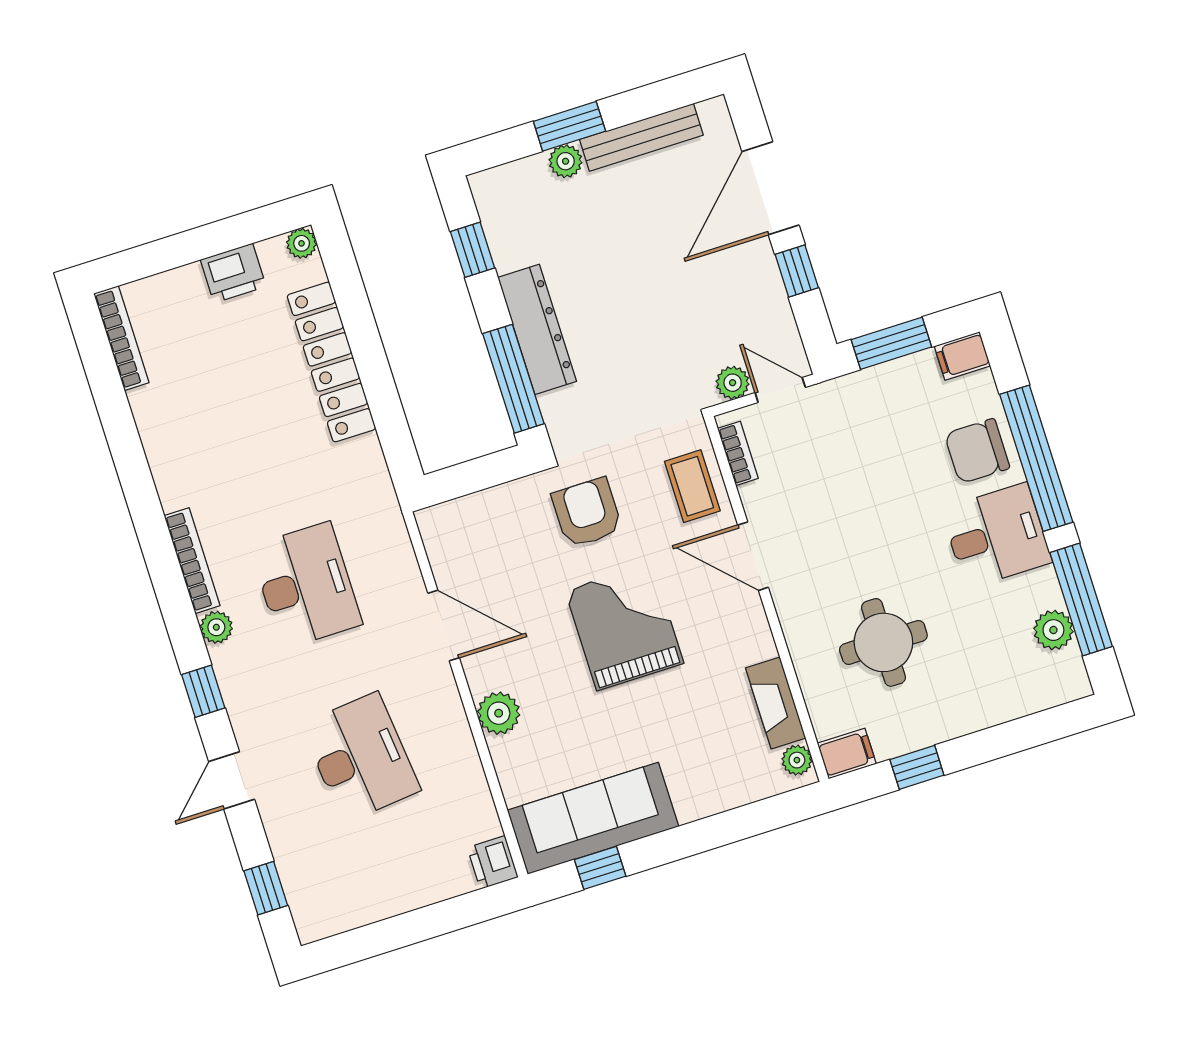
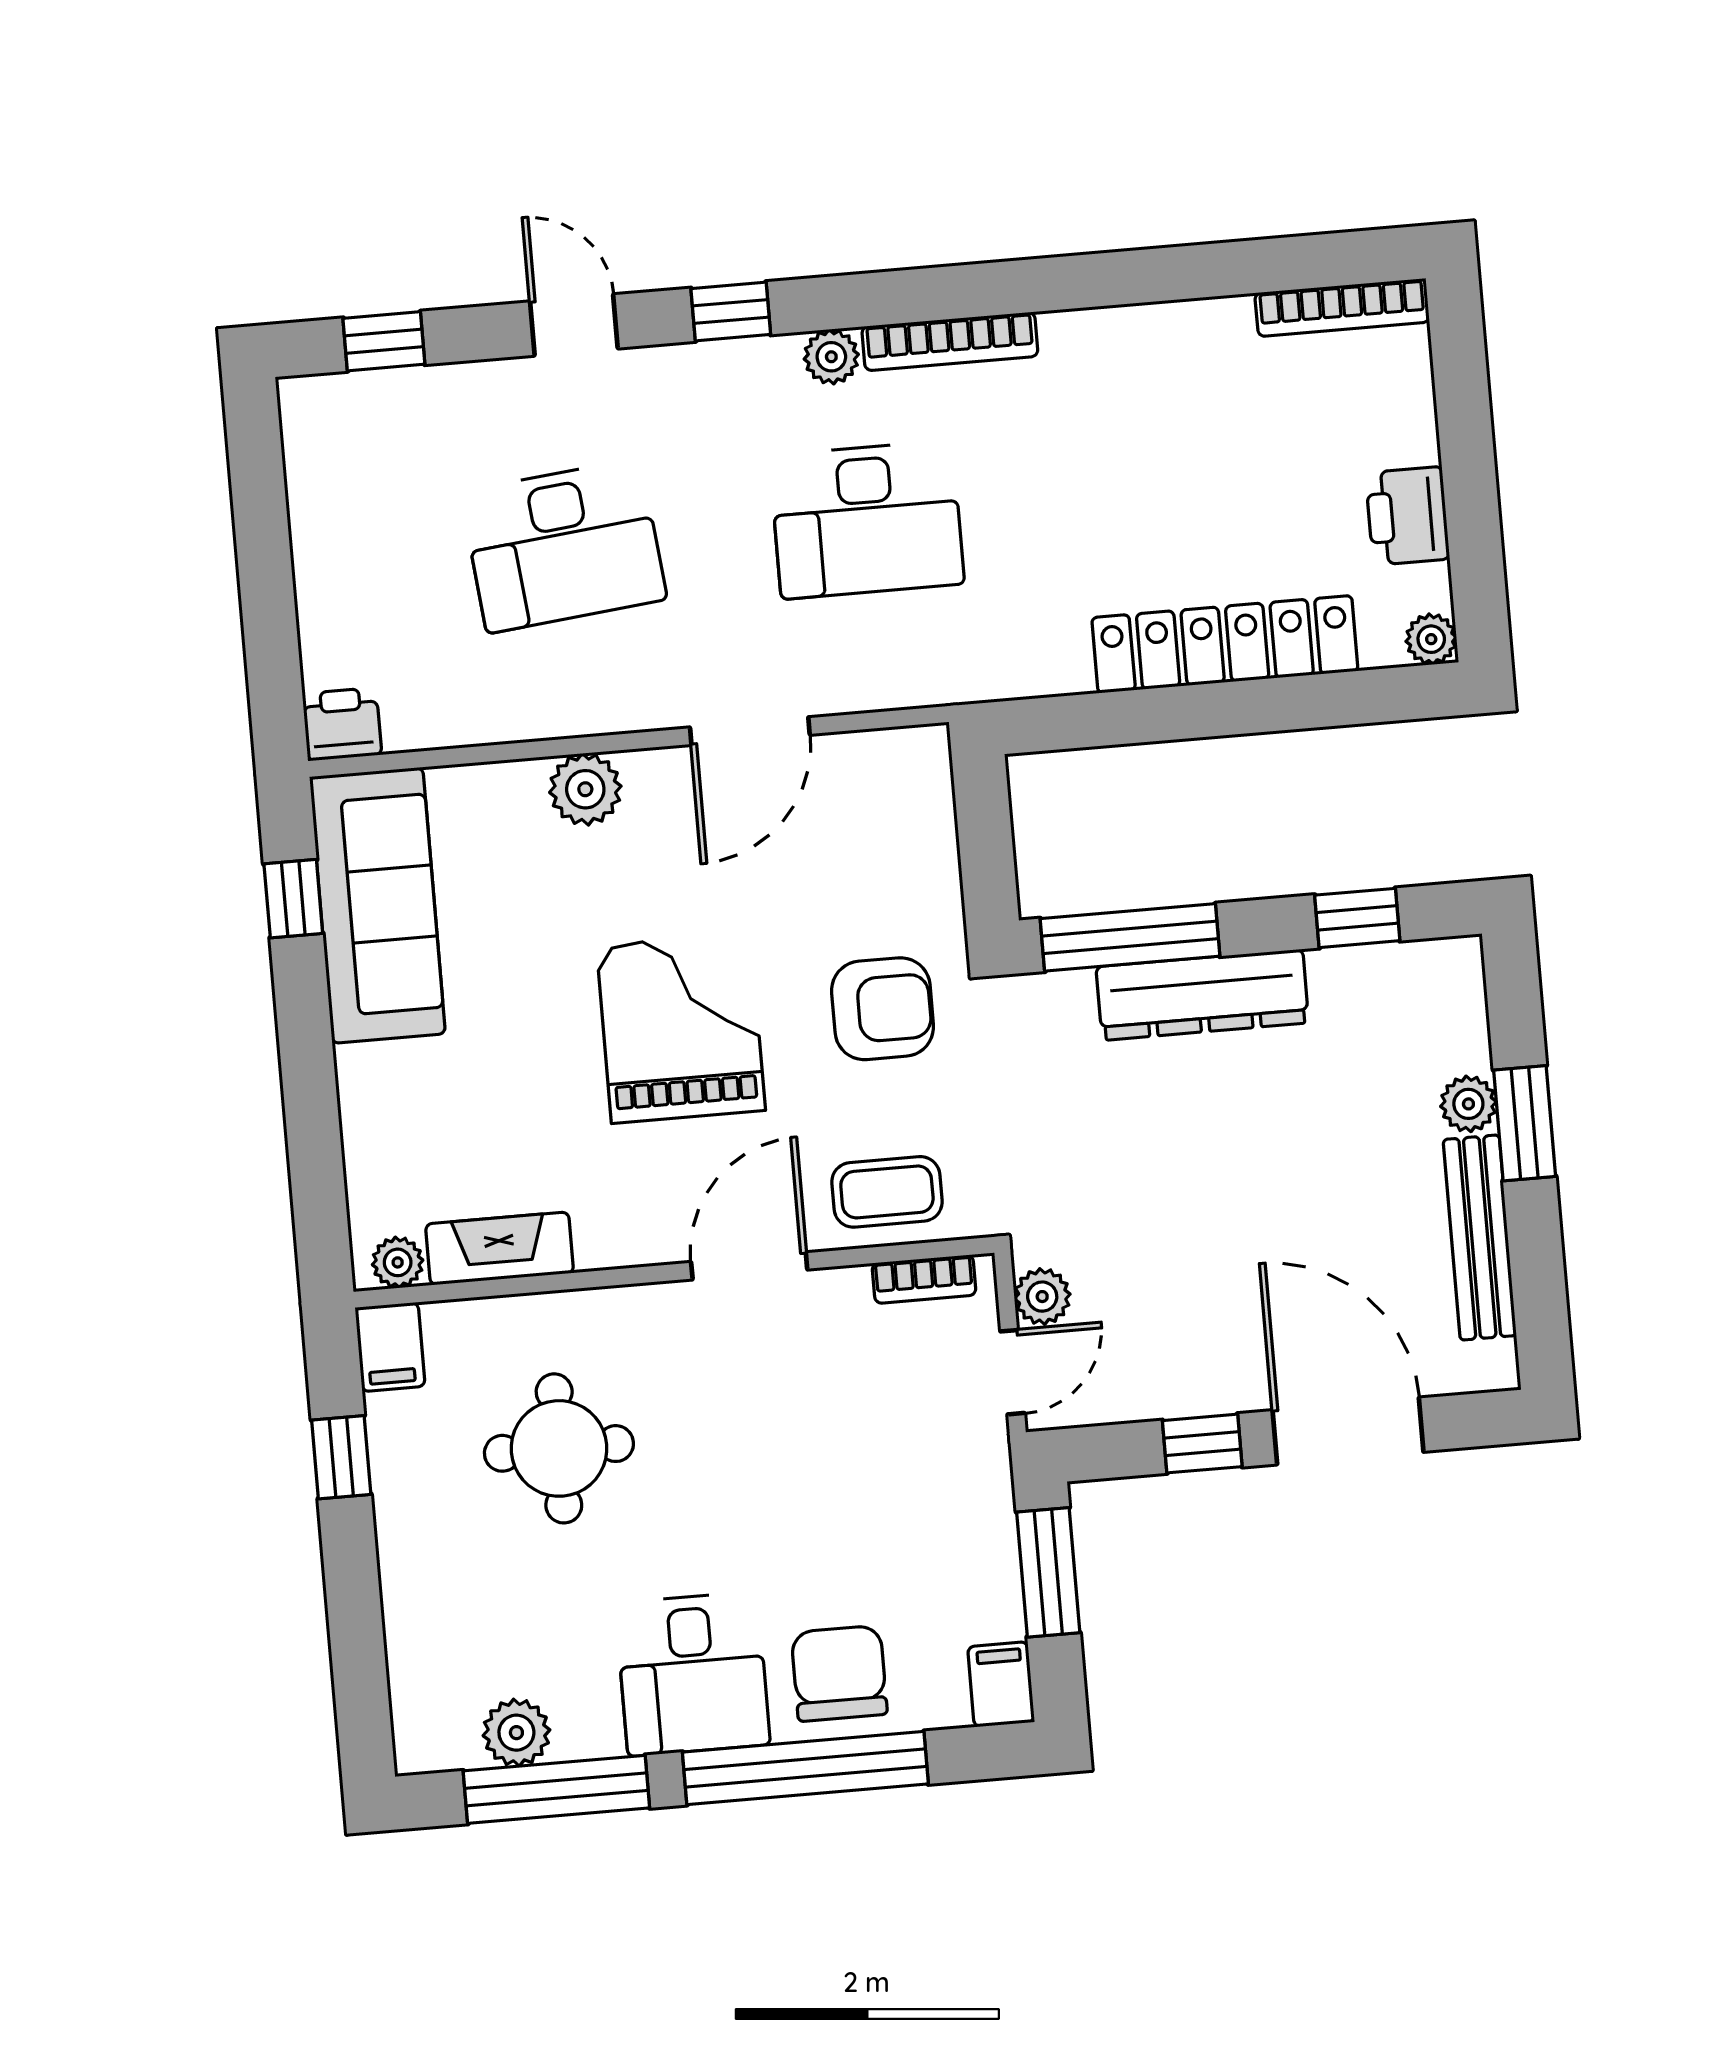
grand piano: (624, 627) -> (681, 1028), turned -90

